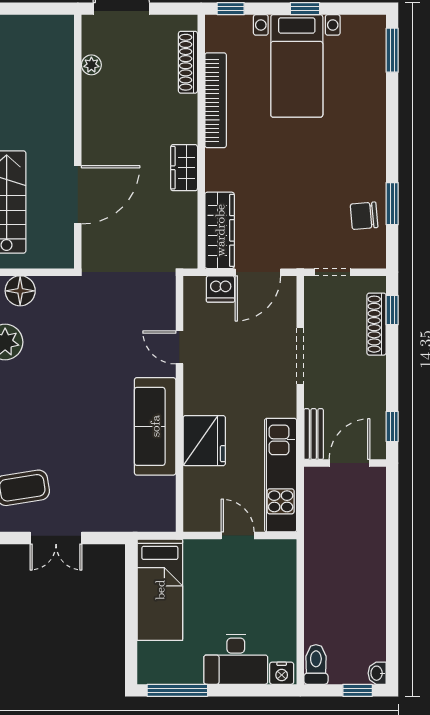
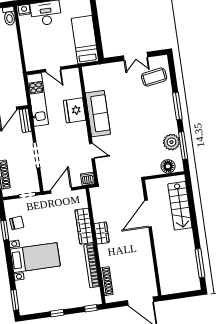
plant: (91, 65) -> (150, 274), removed
bed with nightstands: (297, 66) -> (35, 258), moved, turned 90
wardrobe: (220, 230) -> (84, 226), moved
dishwasher: (220, 289) -> (88, 179), moved
double door: (56, 538) -> (136, 56), swing flipped

